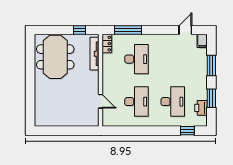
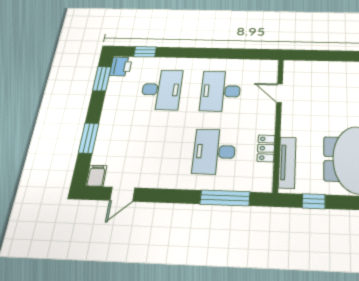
locker: (107, 44) -> (266, 148), moved
window: (211, 98) -> (102, 79), moved
desk: (173, 102) -> (162, 90), turned 180
printer: (201, 108) -> (121, 66), moved

